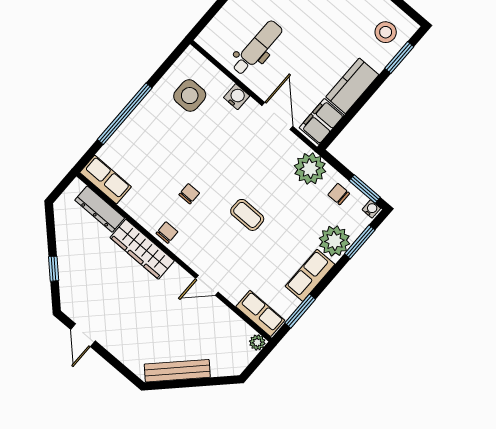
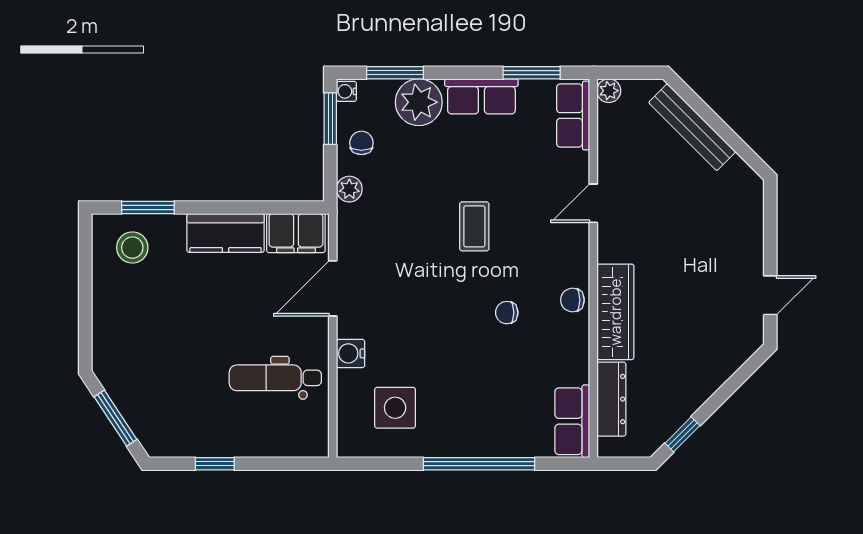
plant: (310, 169) -> (349, 189), width x0.53, depth x0.53
chair: (339, 194) -> (361, 143), turned 180
window: (54, 269) -> (682, 434), moved
door: (207, 285) -> (593, 203), swing flipped
bench: (177, 371) -> (692, 127), moved

